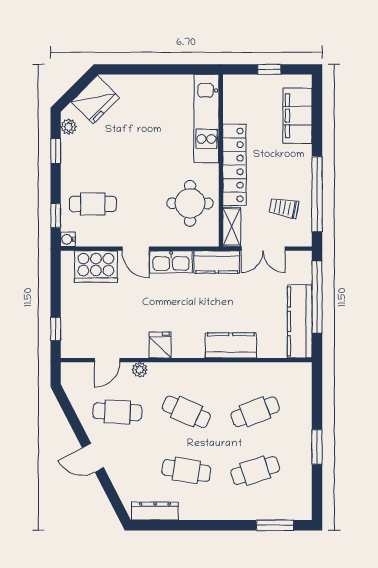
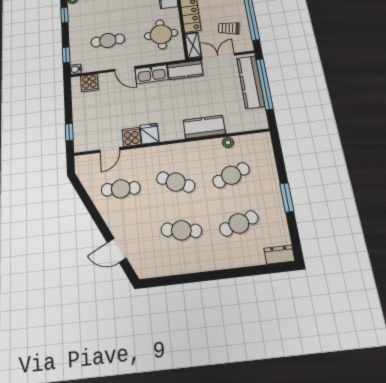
cafe table: (93, 204) -> (108, 40), moved
double door: (263, 249) -> (218, 56), swing flipped
cooker: (96, 266) -> (89, 83), width x0.53, depth x0.76
kitchen counter: (300, 321) -> (251, 82), moved
cooker: (136, 346) -> (131, 137), added
plant: (140, 370) -> (228, 142), moved
door: (93, 458) -> (117, 250), moved
dresser: (155, 511) -> (279, 255), moved, width x0.70
window: (275, 525) -> (264, 270), removed

